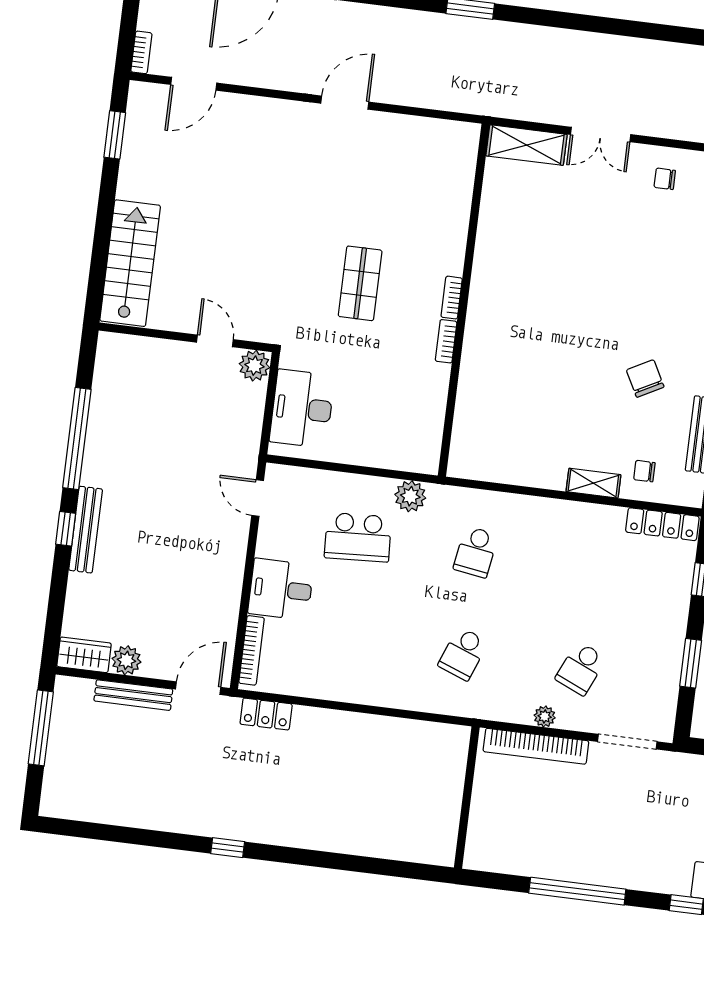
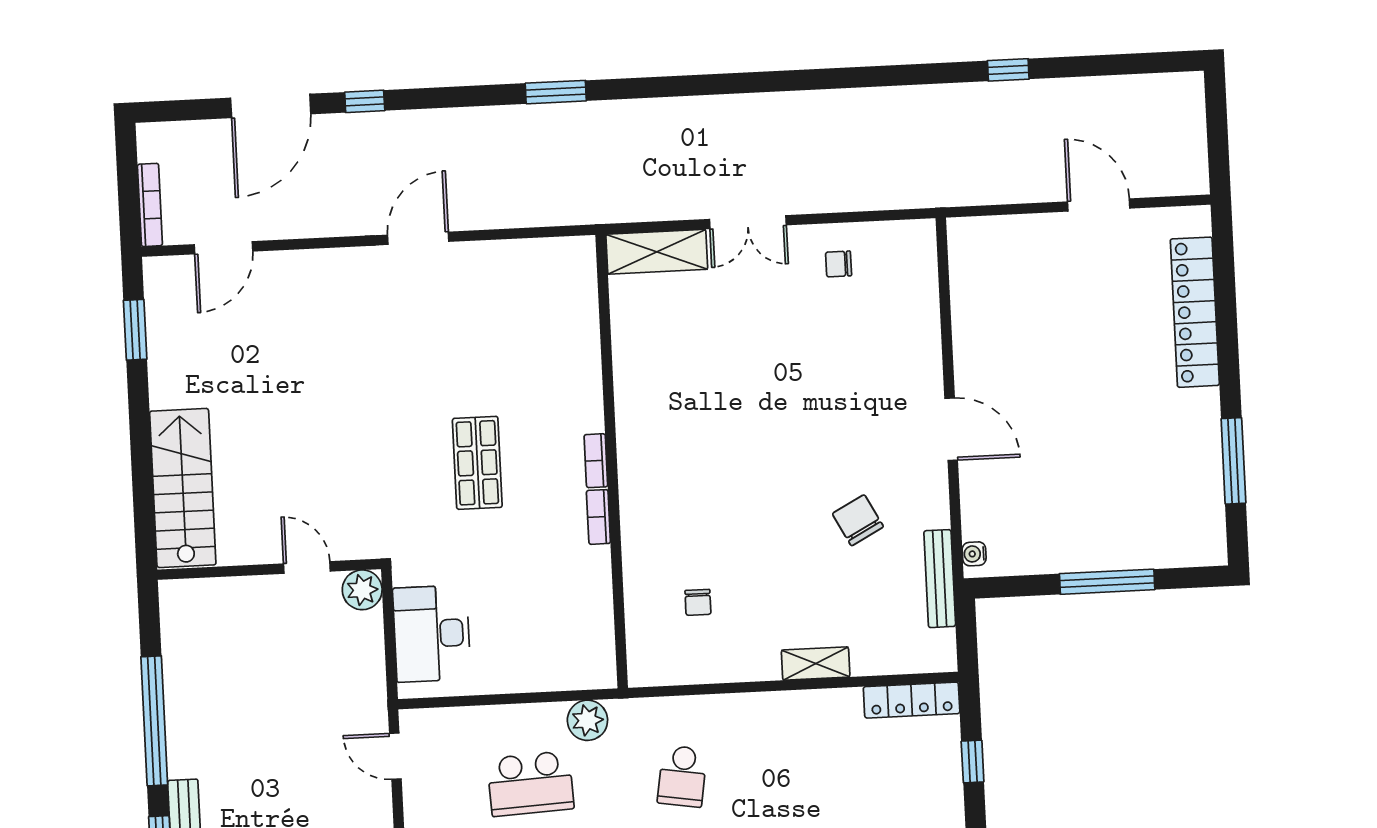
bookcase: (141, 52) -> (150, 205), width x1.56
chair: (644, 471) -> (698, 602), moved, turned -90

